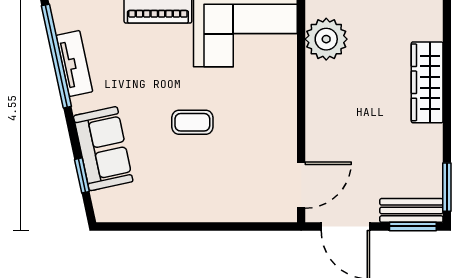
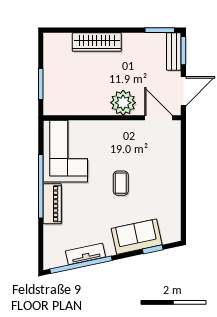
plant: (326, 39) -> (123, 103), moved

